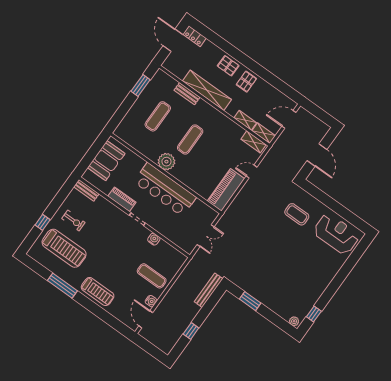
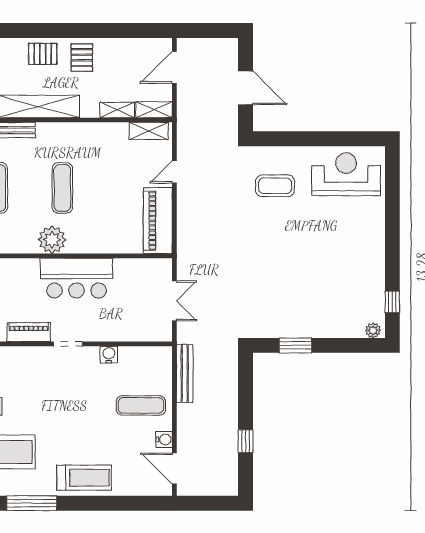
bar counter: (165, 189) -> (77, 278), width x0.73
bench: (209, 290) -> (185, 374), moved

